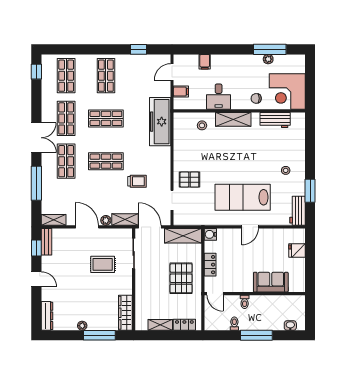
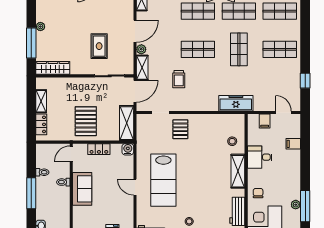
freezer: (160, 122) -> (236, 103), width x0.73, depth x0.79
shop shelf: (106, 161) -> (198, 49), turned 90
lab bench: (243, 197) -> (163, 180), turned 180
pallet: (181, 278) -> (86, 121), turned 90
sofa: (271, 282) -> (82, 189), moved

